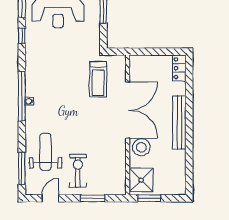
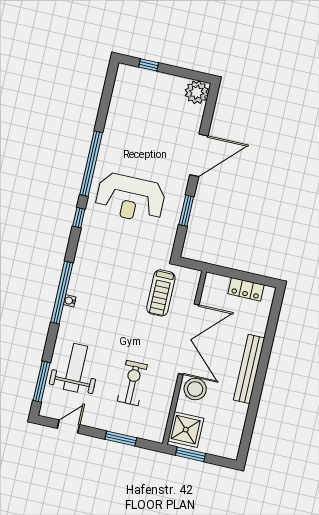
locker: (179, 68) -> (246, 289), moved, turned -90
exercise bike: (78, 171) -> (132, 383), moved

